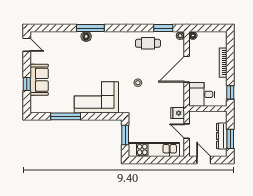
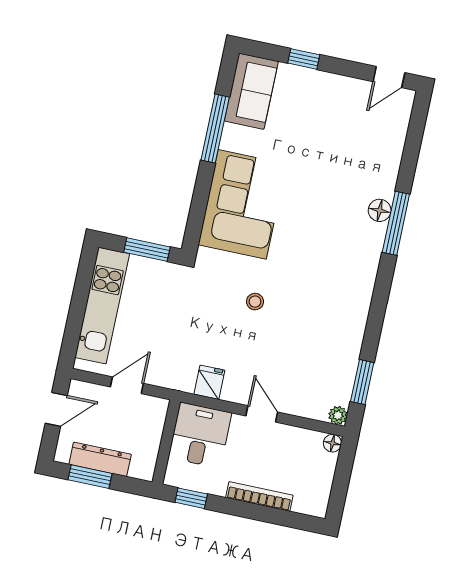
cafe table: (148, 43) -> (336, 342), removed
door: (187, 69) -> (262, 414), width x0.53
sofa: (39, 80) -> (251, 91), moved, turned -90
fridge: (178, 113) -> (209, 382), moved

